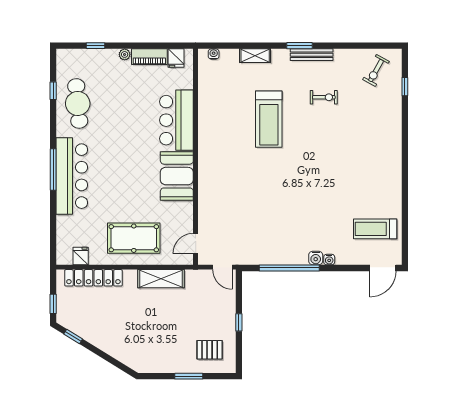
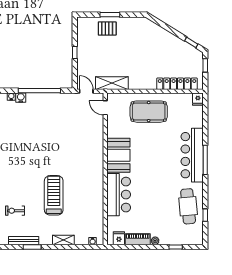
door: (196, 243) -> (105, 108), swing flipped
fridge: (81, 256) -> (198, 99), moved
shelving: (161, 279) -> (112, 83), moved
pallet: (210, 350) -> (107, 29), moved

